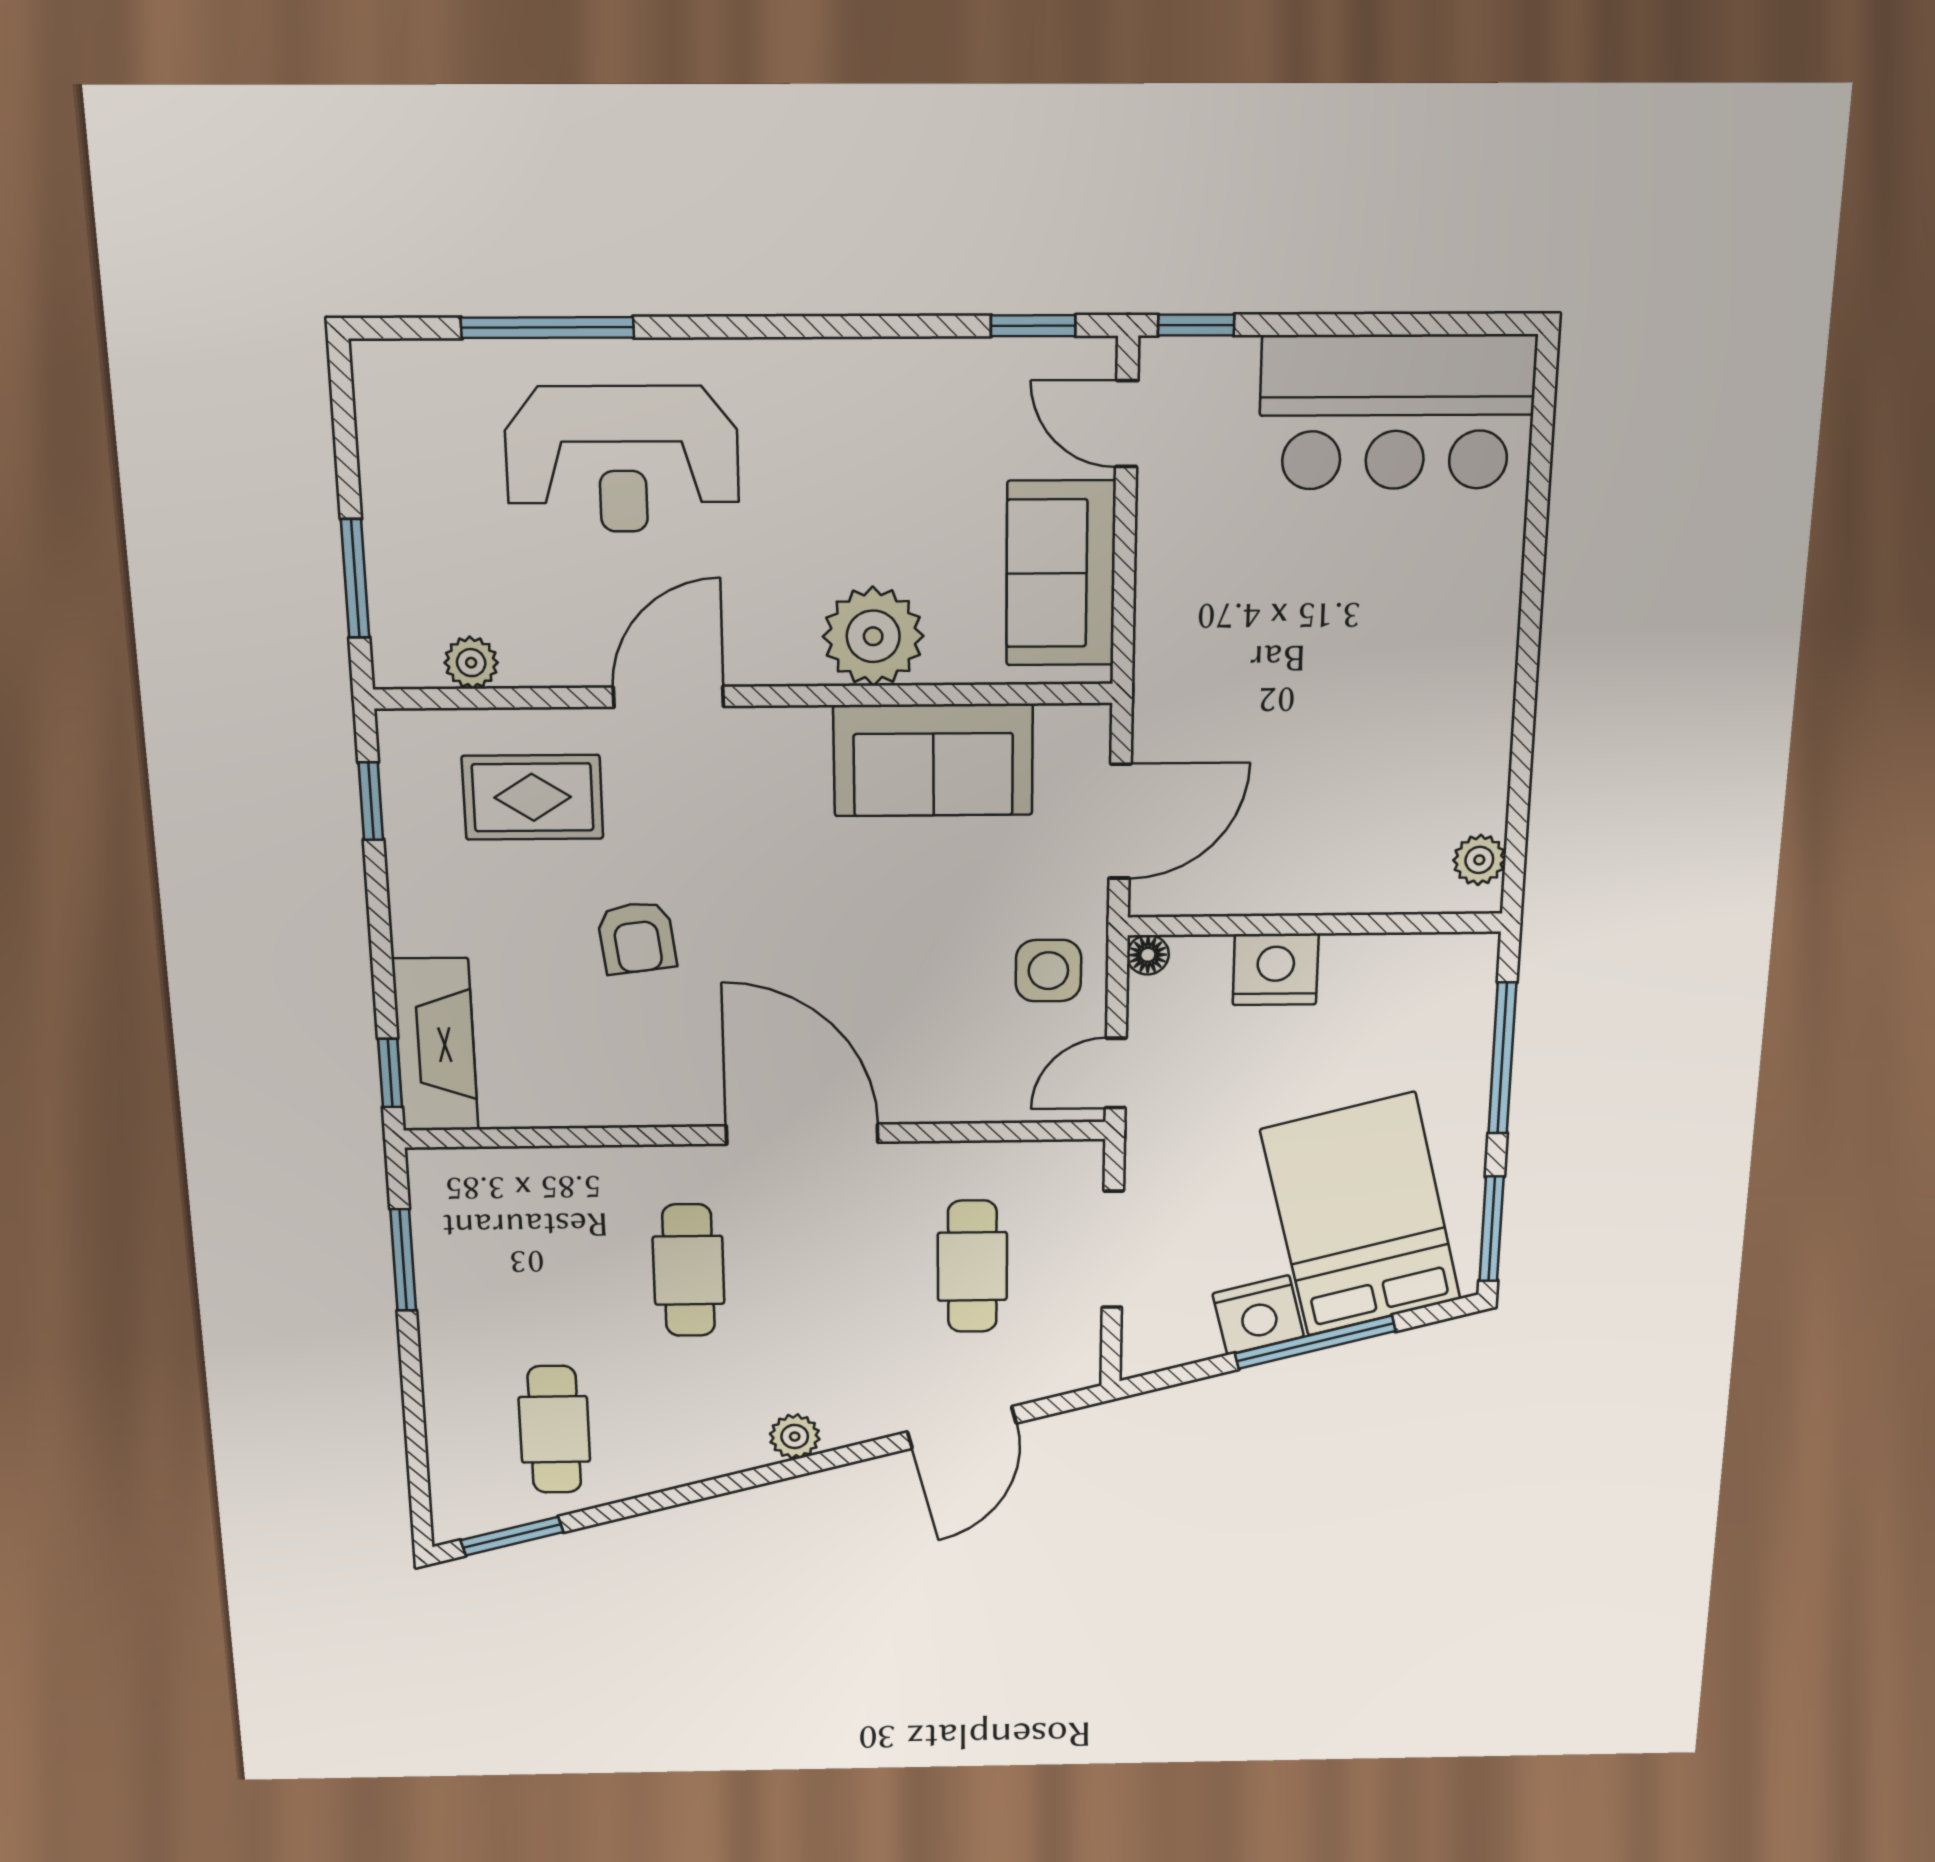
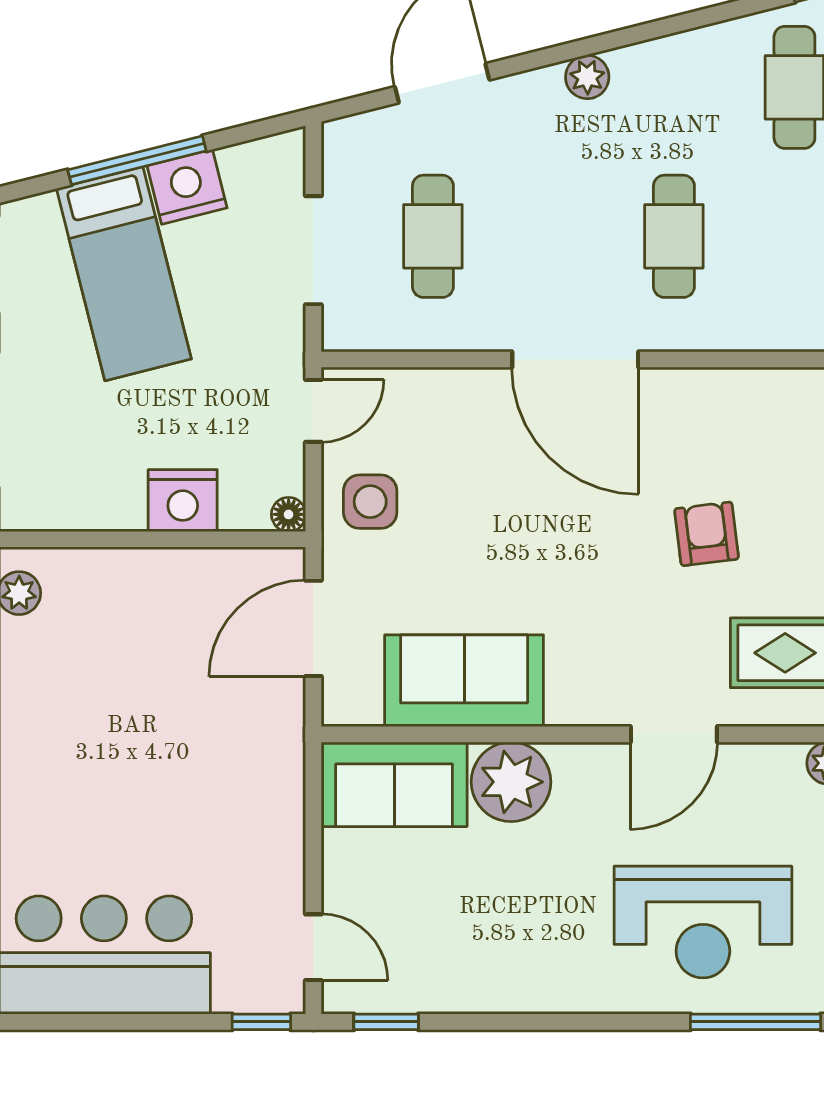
reception desk: (622, 459) -> (703, 922), turned 180
sofa: (1061, 573) -> (394, 784), moved, turned 90
bed: (1361, 1215) -> (124, 274), width x0.67

